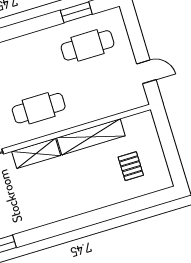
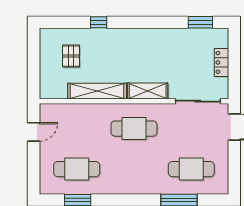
door: (146, 72) -> (34, 132), swing flipped
window: (112, 212) -> (99, 22), added

